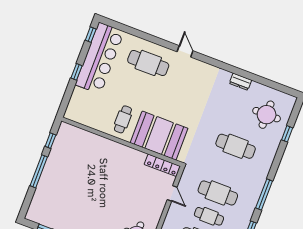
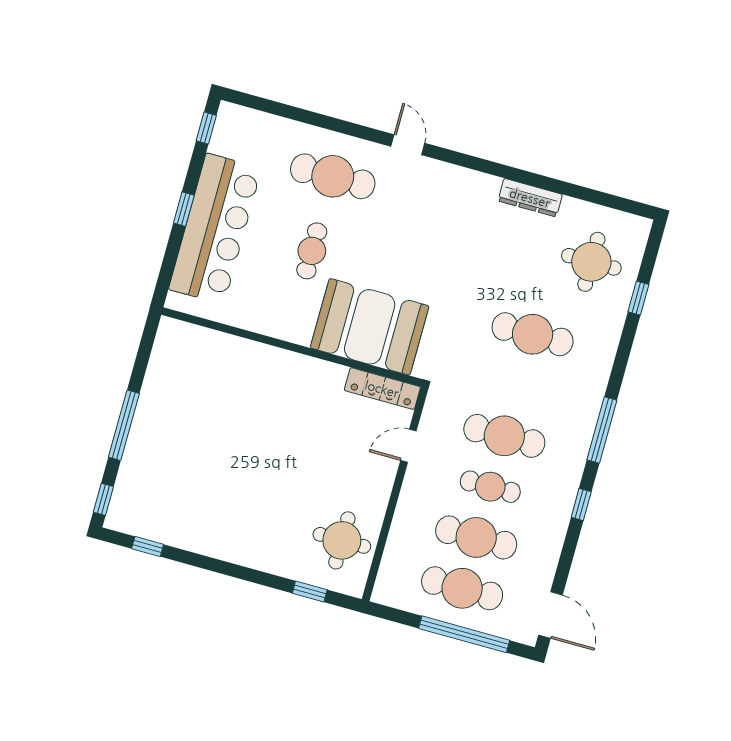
bar counter: (100, 58) -> (215, 229), moved
dresser: (240, 82) -> (530, 198), width x1.44
cafe table: (123, 119) -> (312, 251), moved
window: (50, 141) -> (103, 499), moved
door: (172, 193) -> (408, 446), swing flipped

